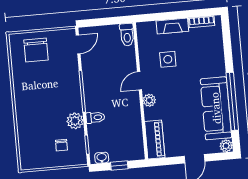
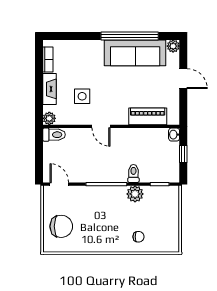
plant: (149, 100) -> (49, 118), moved
piano: (155, 139) -> (148, 116), moved
chair: (61, 145) -> (139, 237), moved
washbasin: (102, 158) -> (174, 135), moved

